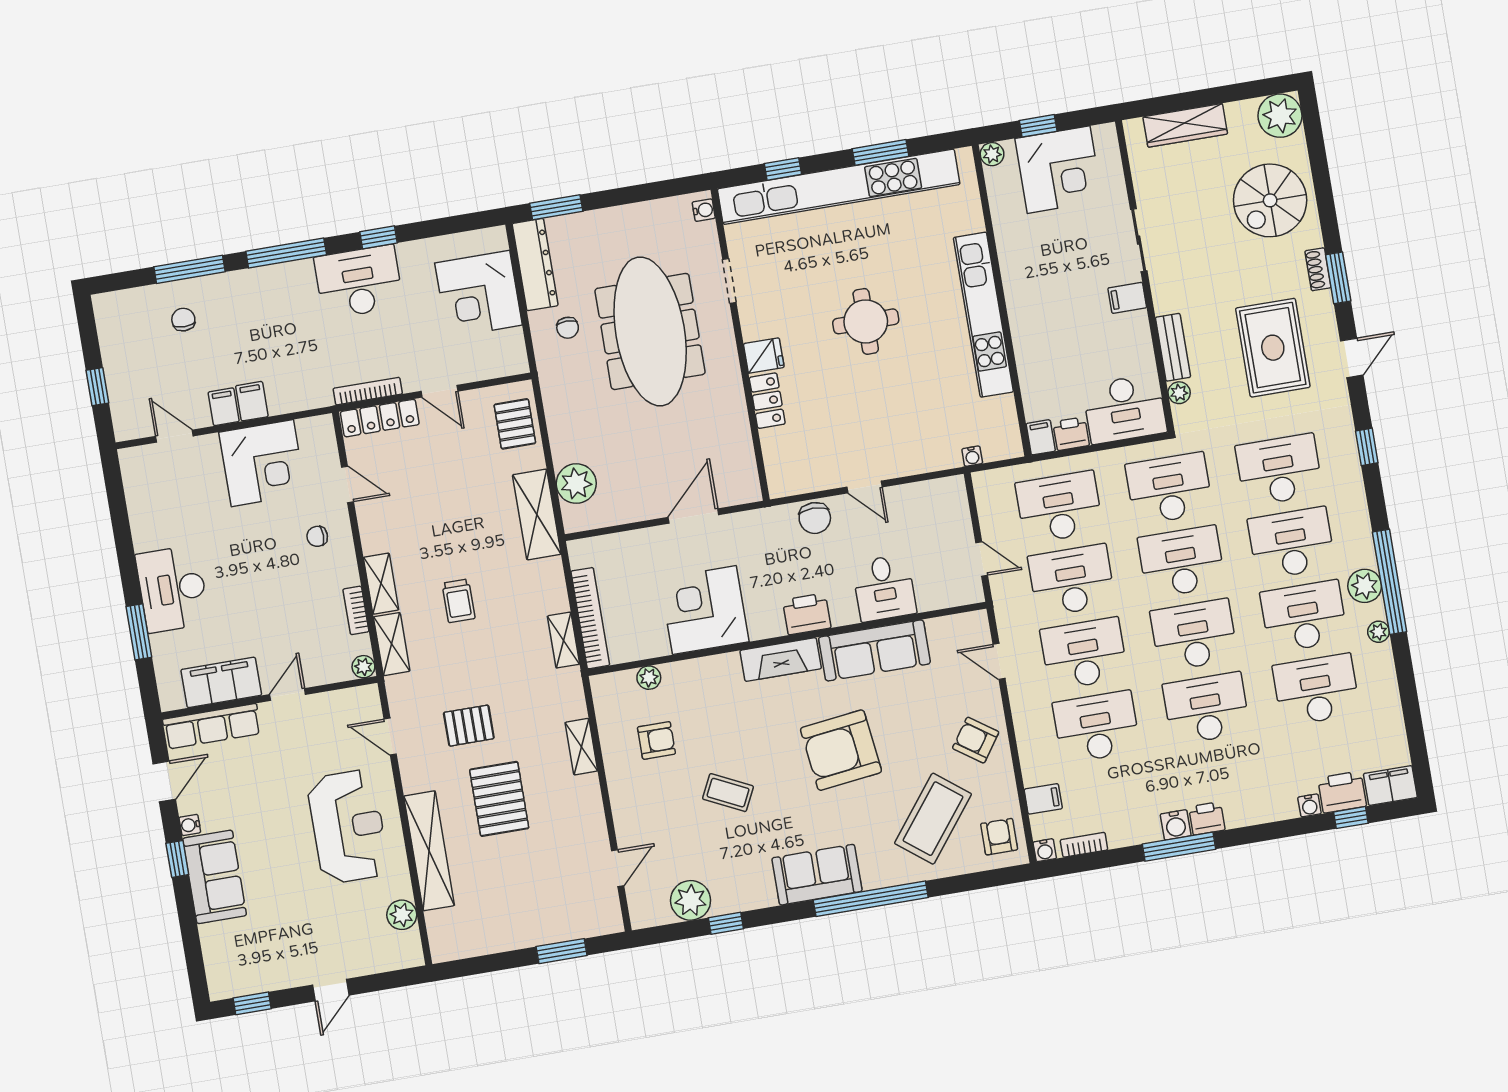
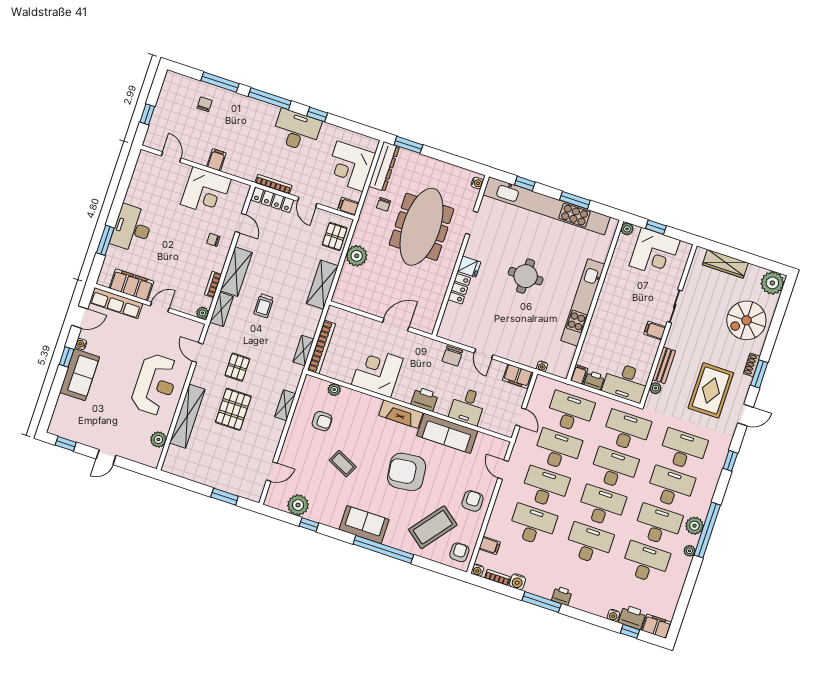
filing cabinet: (224, 407) -> (348, 207), moved, turned -90
plant: (576, 484) -> (357, 256), moved
filing cabinet: (940, 494) -> (518, 376), added
shelving: (381, 584) -> (236, 272), width x1.50, depth x1.33
pallet: (469, 726) -> (237, 367), turned 90
armchair: (976, 740) -> (473, 501), turned 55
water cooler: (1176, 825) -> (517, 582), moved

